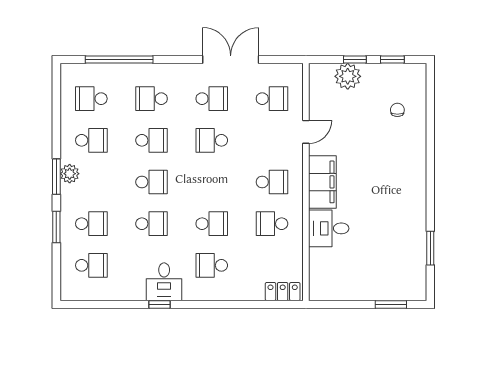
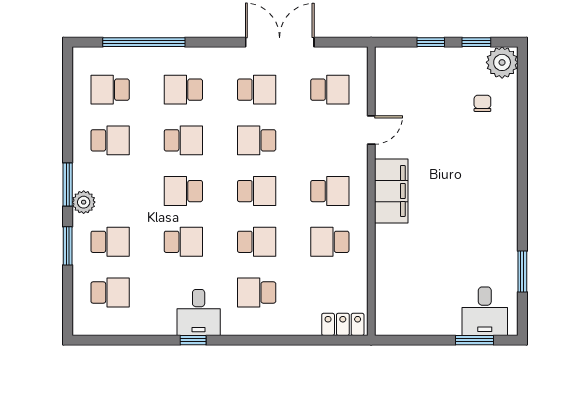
plant: (348, 76) -> (502, 62), moved
plant: (70, 174) -> (84, 202), moved
school desk: (152, 182) -> (183, 191), turned 180
school desk: (212, 182) -> (257, 191), added
desk: (329, 228) -> (485, 311), moved, turned -90

